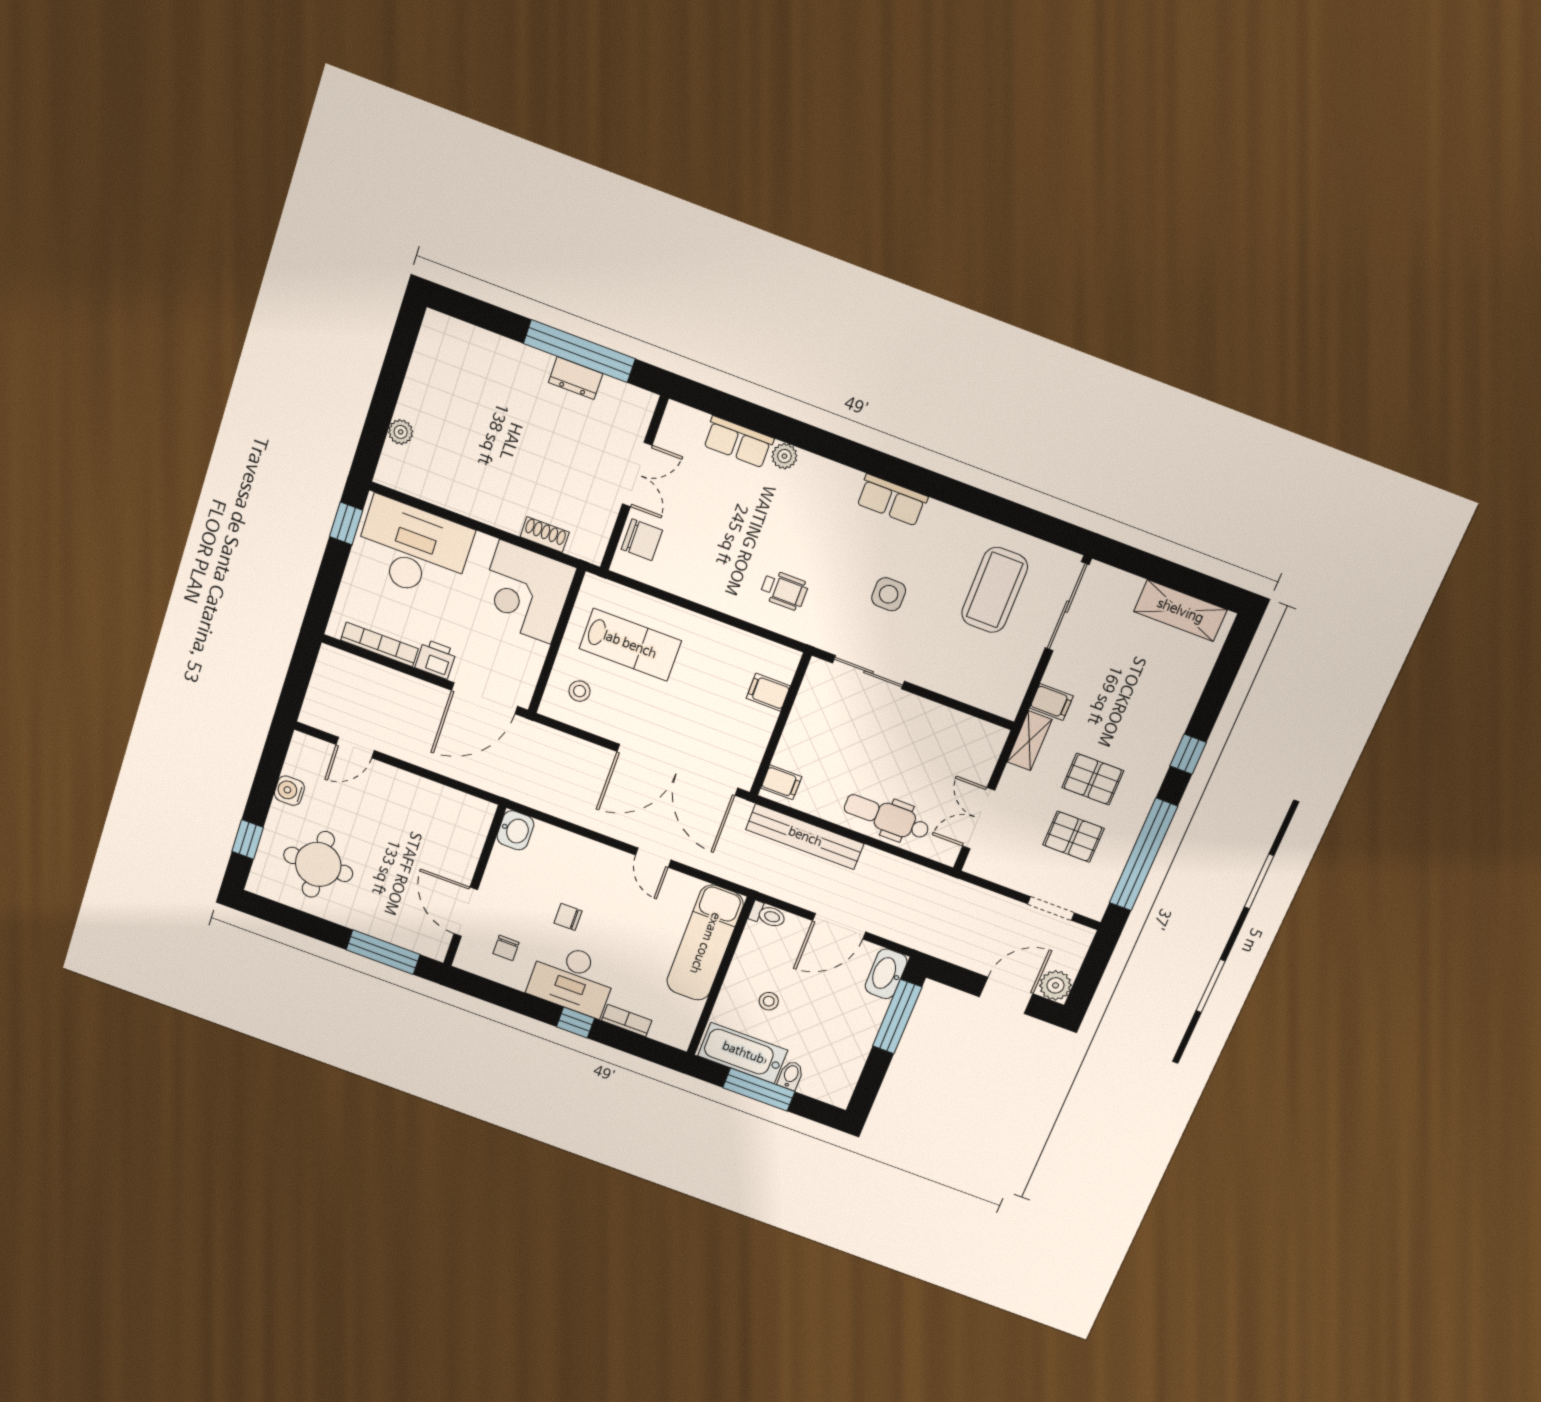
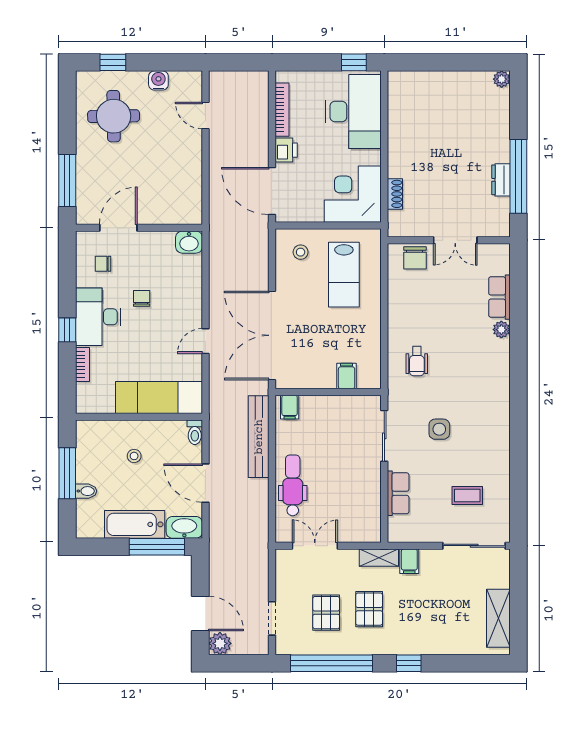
plant: (401, 432) -> (502, 79), moved
row of seats: (892, 500) -> (398, 493), moved, turned 180
coffee table: (995, 590) -> (467, 495), width x0.54, depth x0.58
bathtub: (743, 1053) -> (135, 524), moved, turned -90

